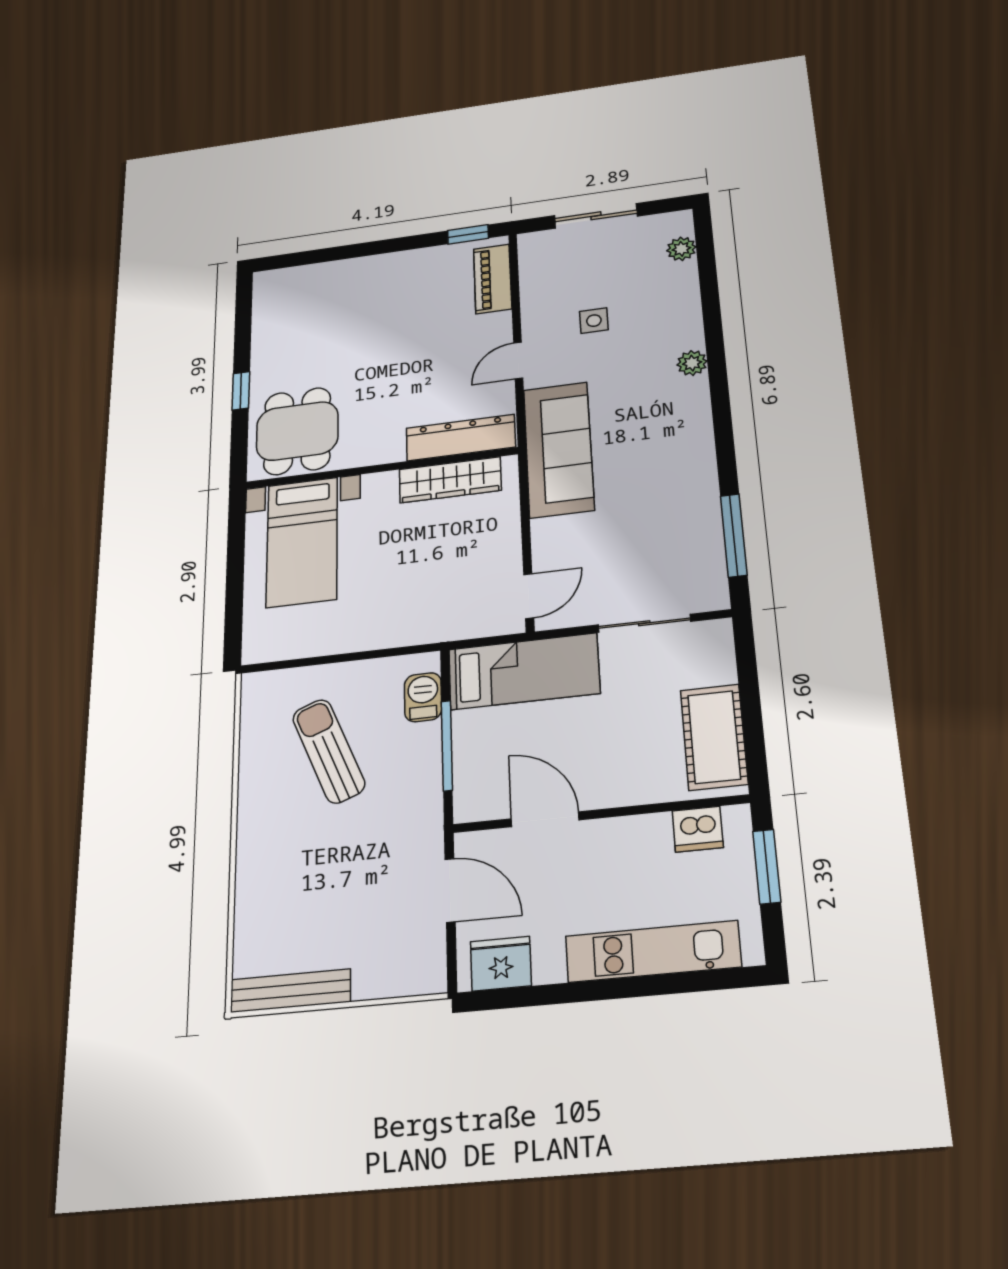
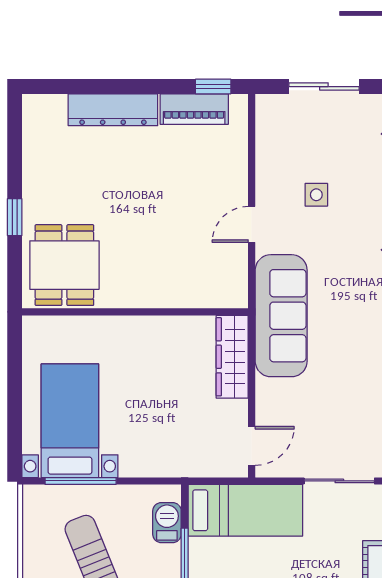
piano: (493, 279) -> (194, 109), moved, turned -90
dresser: (461, 438) -> (113, 110), moved, turned 180
wardrobe: (450, 480) -> (232, 357), moved, turned 90
bed with nightstands: (302, 542) -> (70, 421), moved, turned 180
window: (314, 661) -> (81, 481), added

